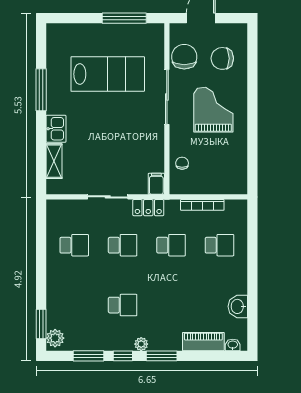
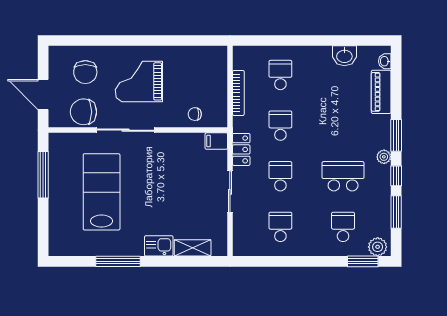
school desk: (74, 305) -> (343, 227), added
school desk: (123, 305) -> (343, 176), width x1.85

